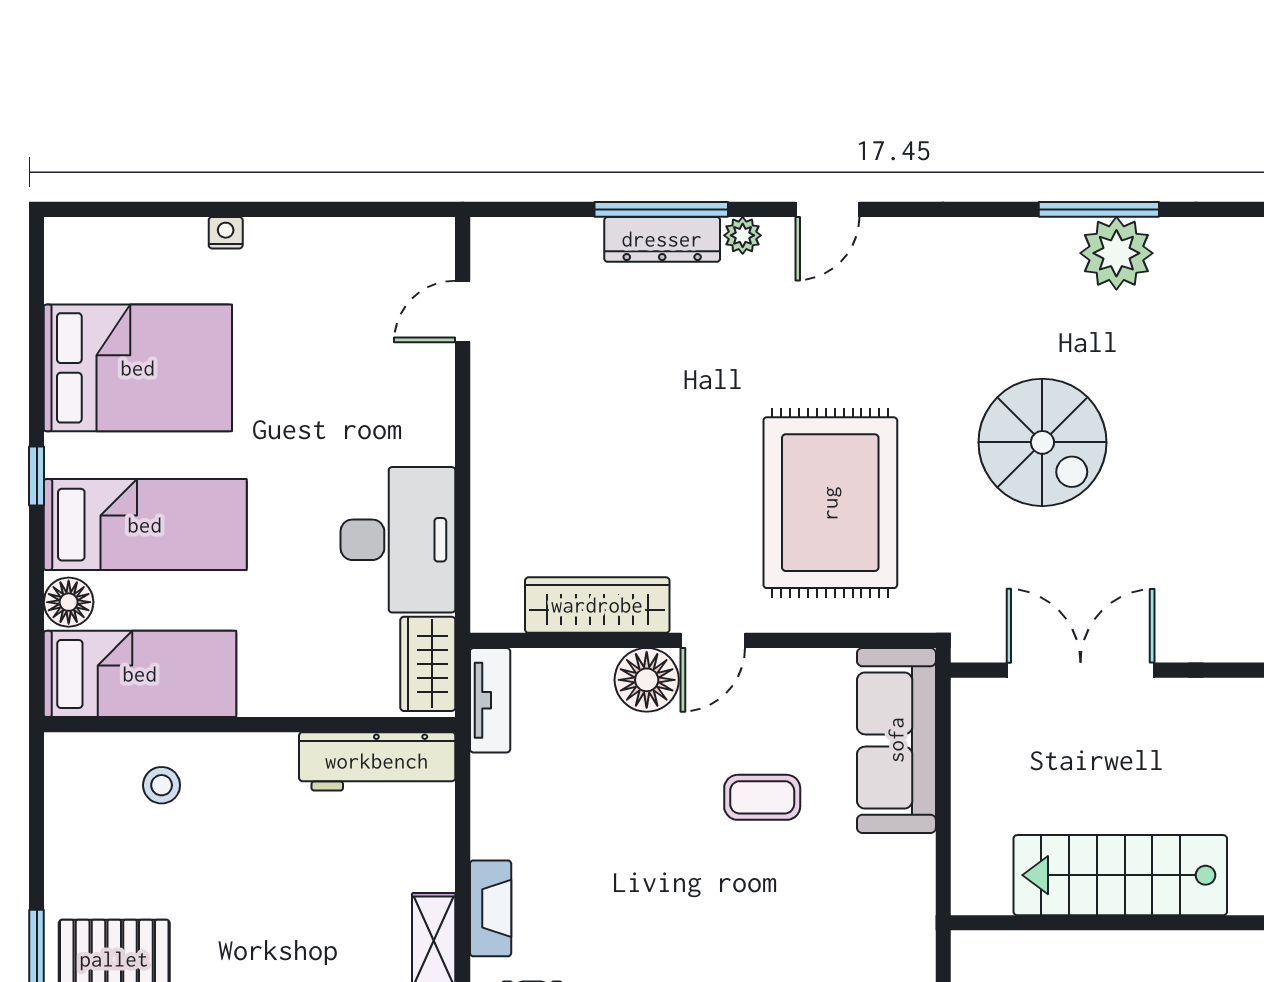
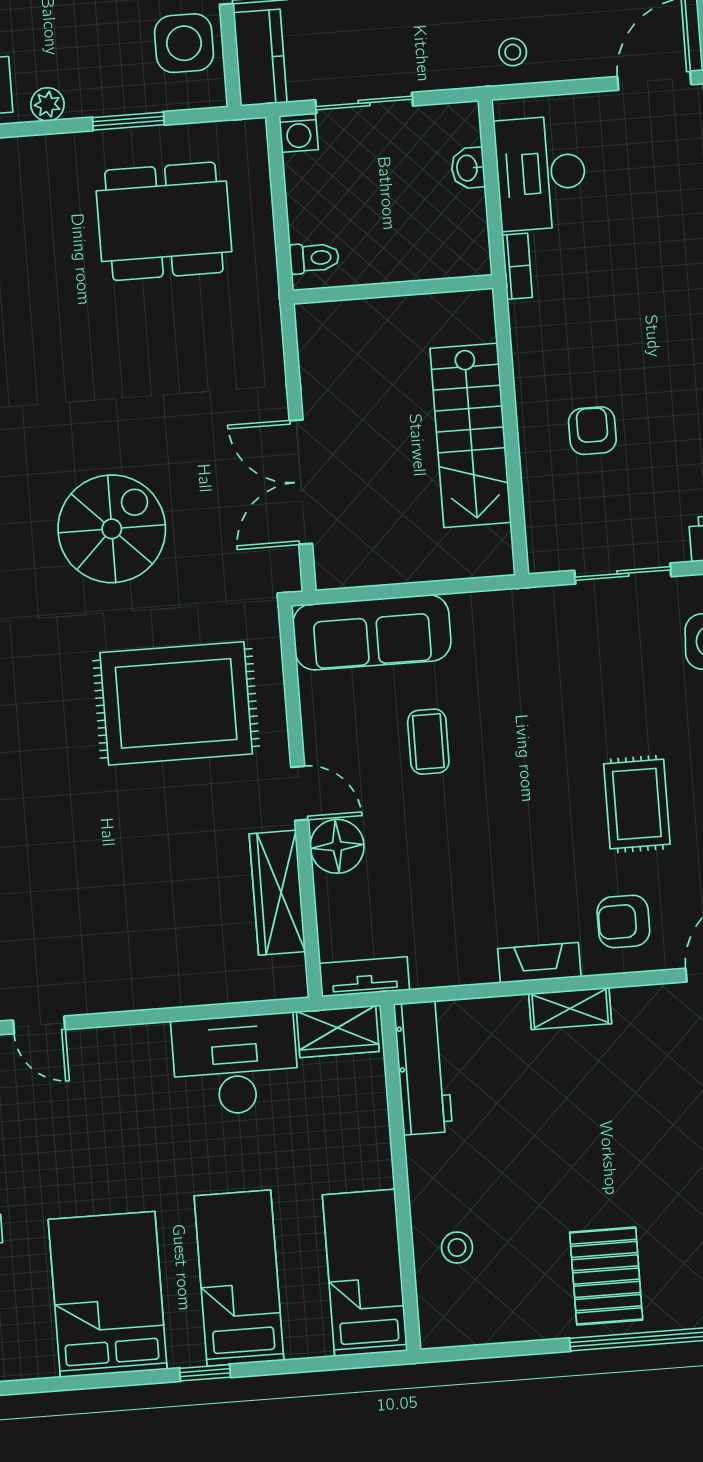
floor lamp: (69, 602) -> (309, 1338), removed

